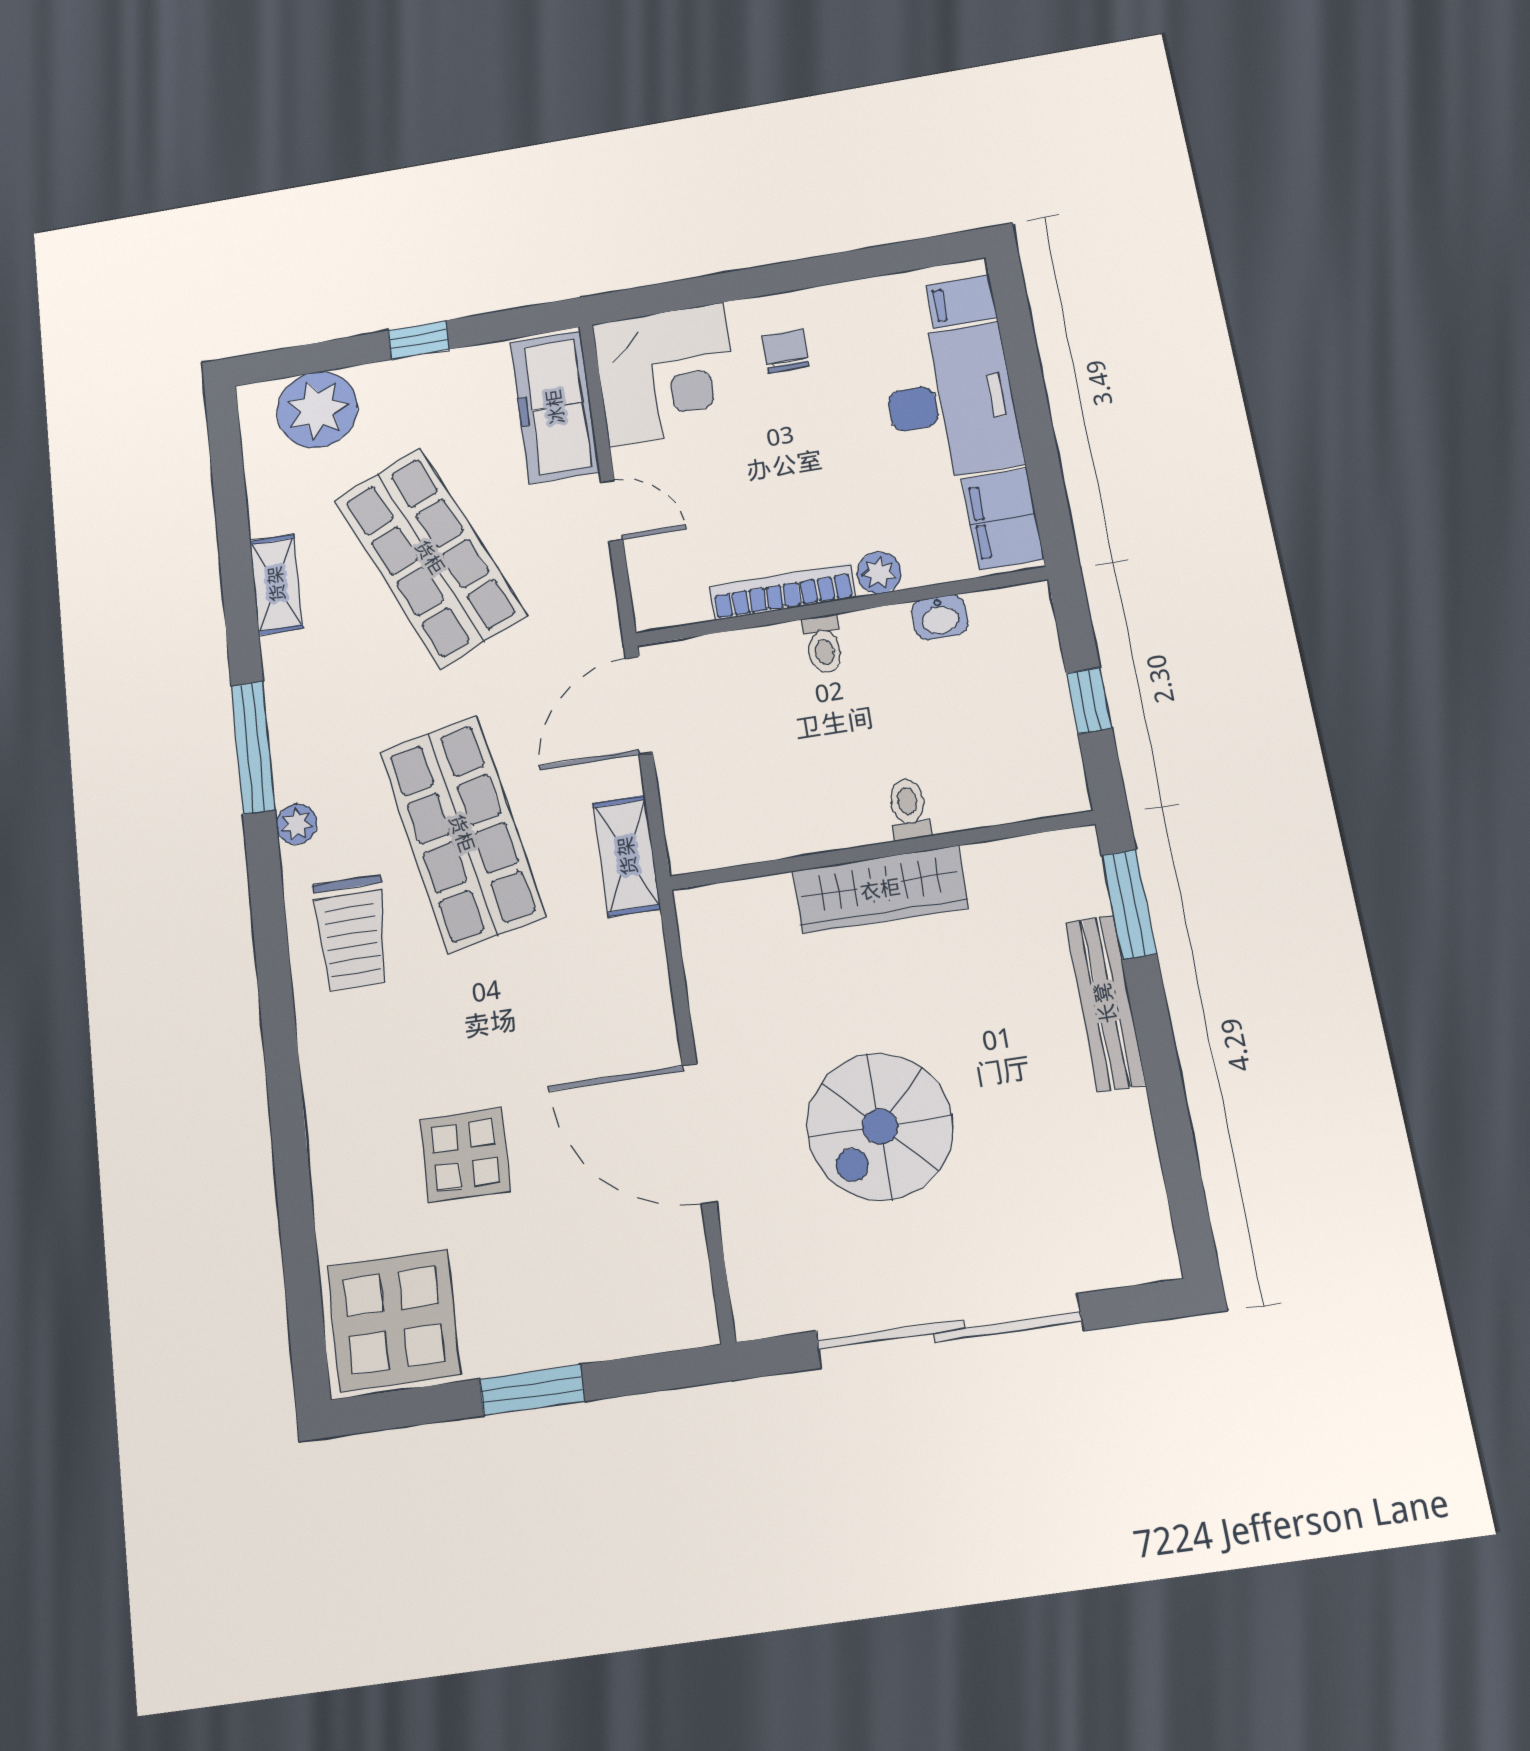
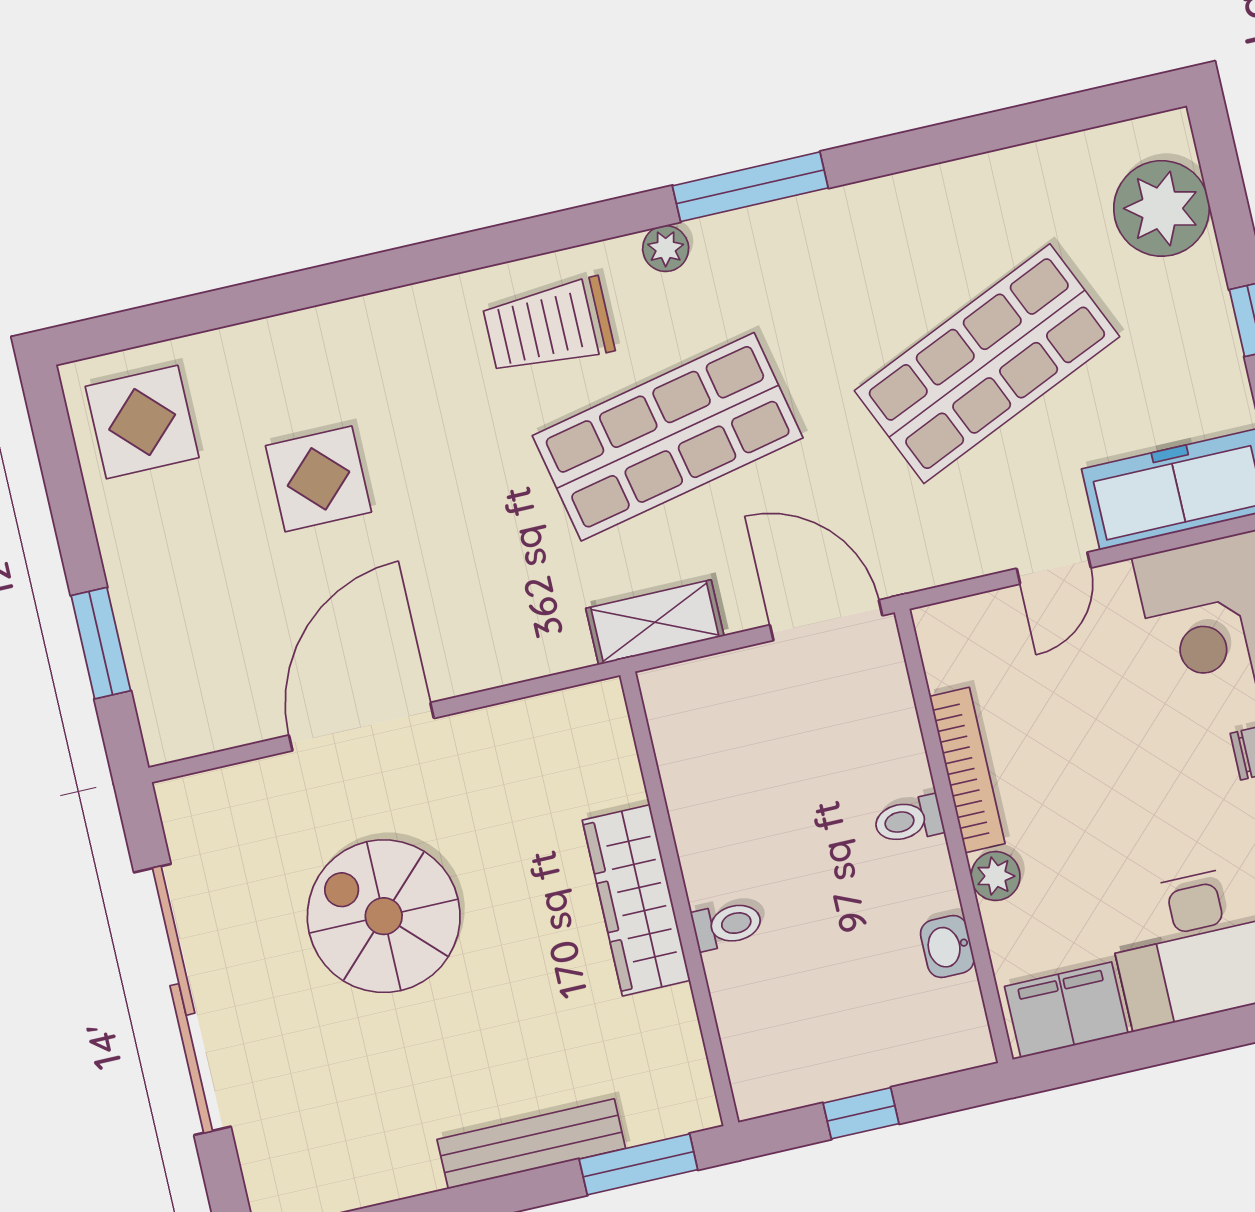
shelving: (276, 584) -> (944, 188), removed
display table: (394, 1320) -> (142, 422), width x0.73, depth x0.73
window: (532, 1390) -> (101, 643), moved

